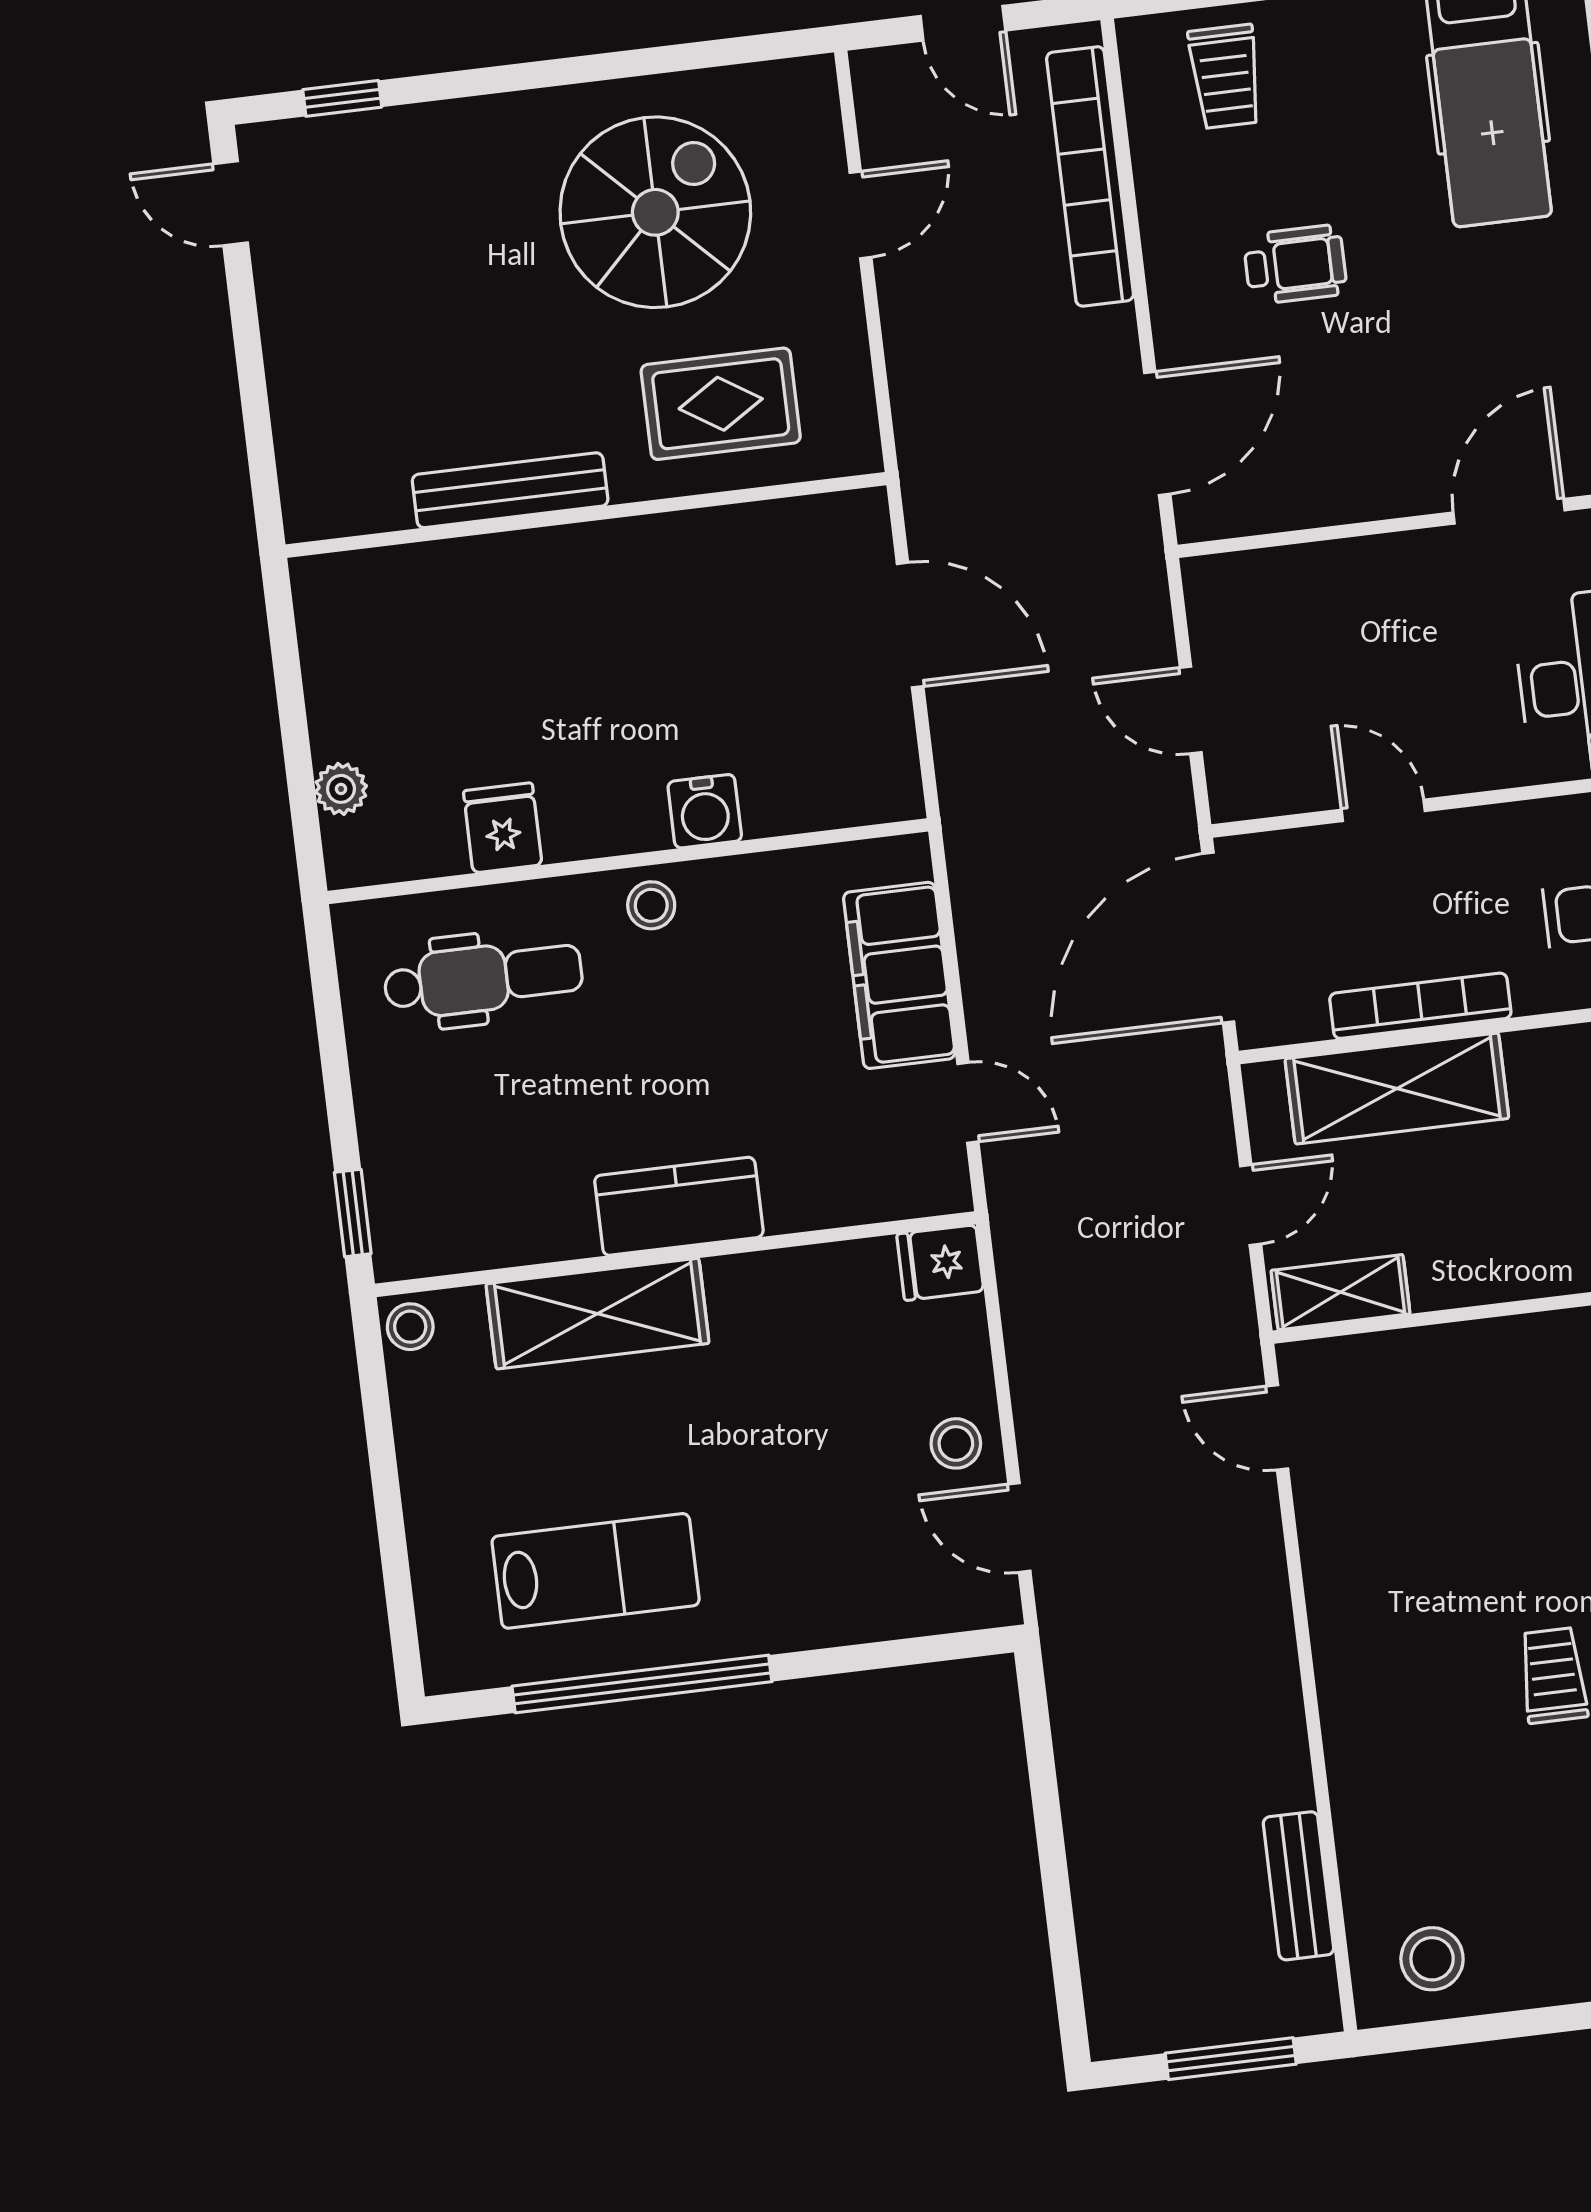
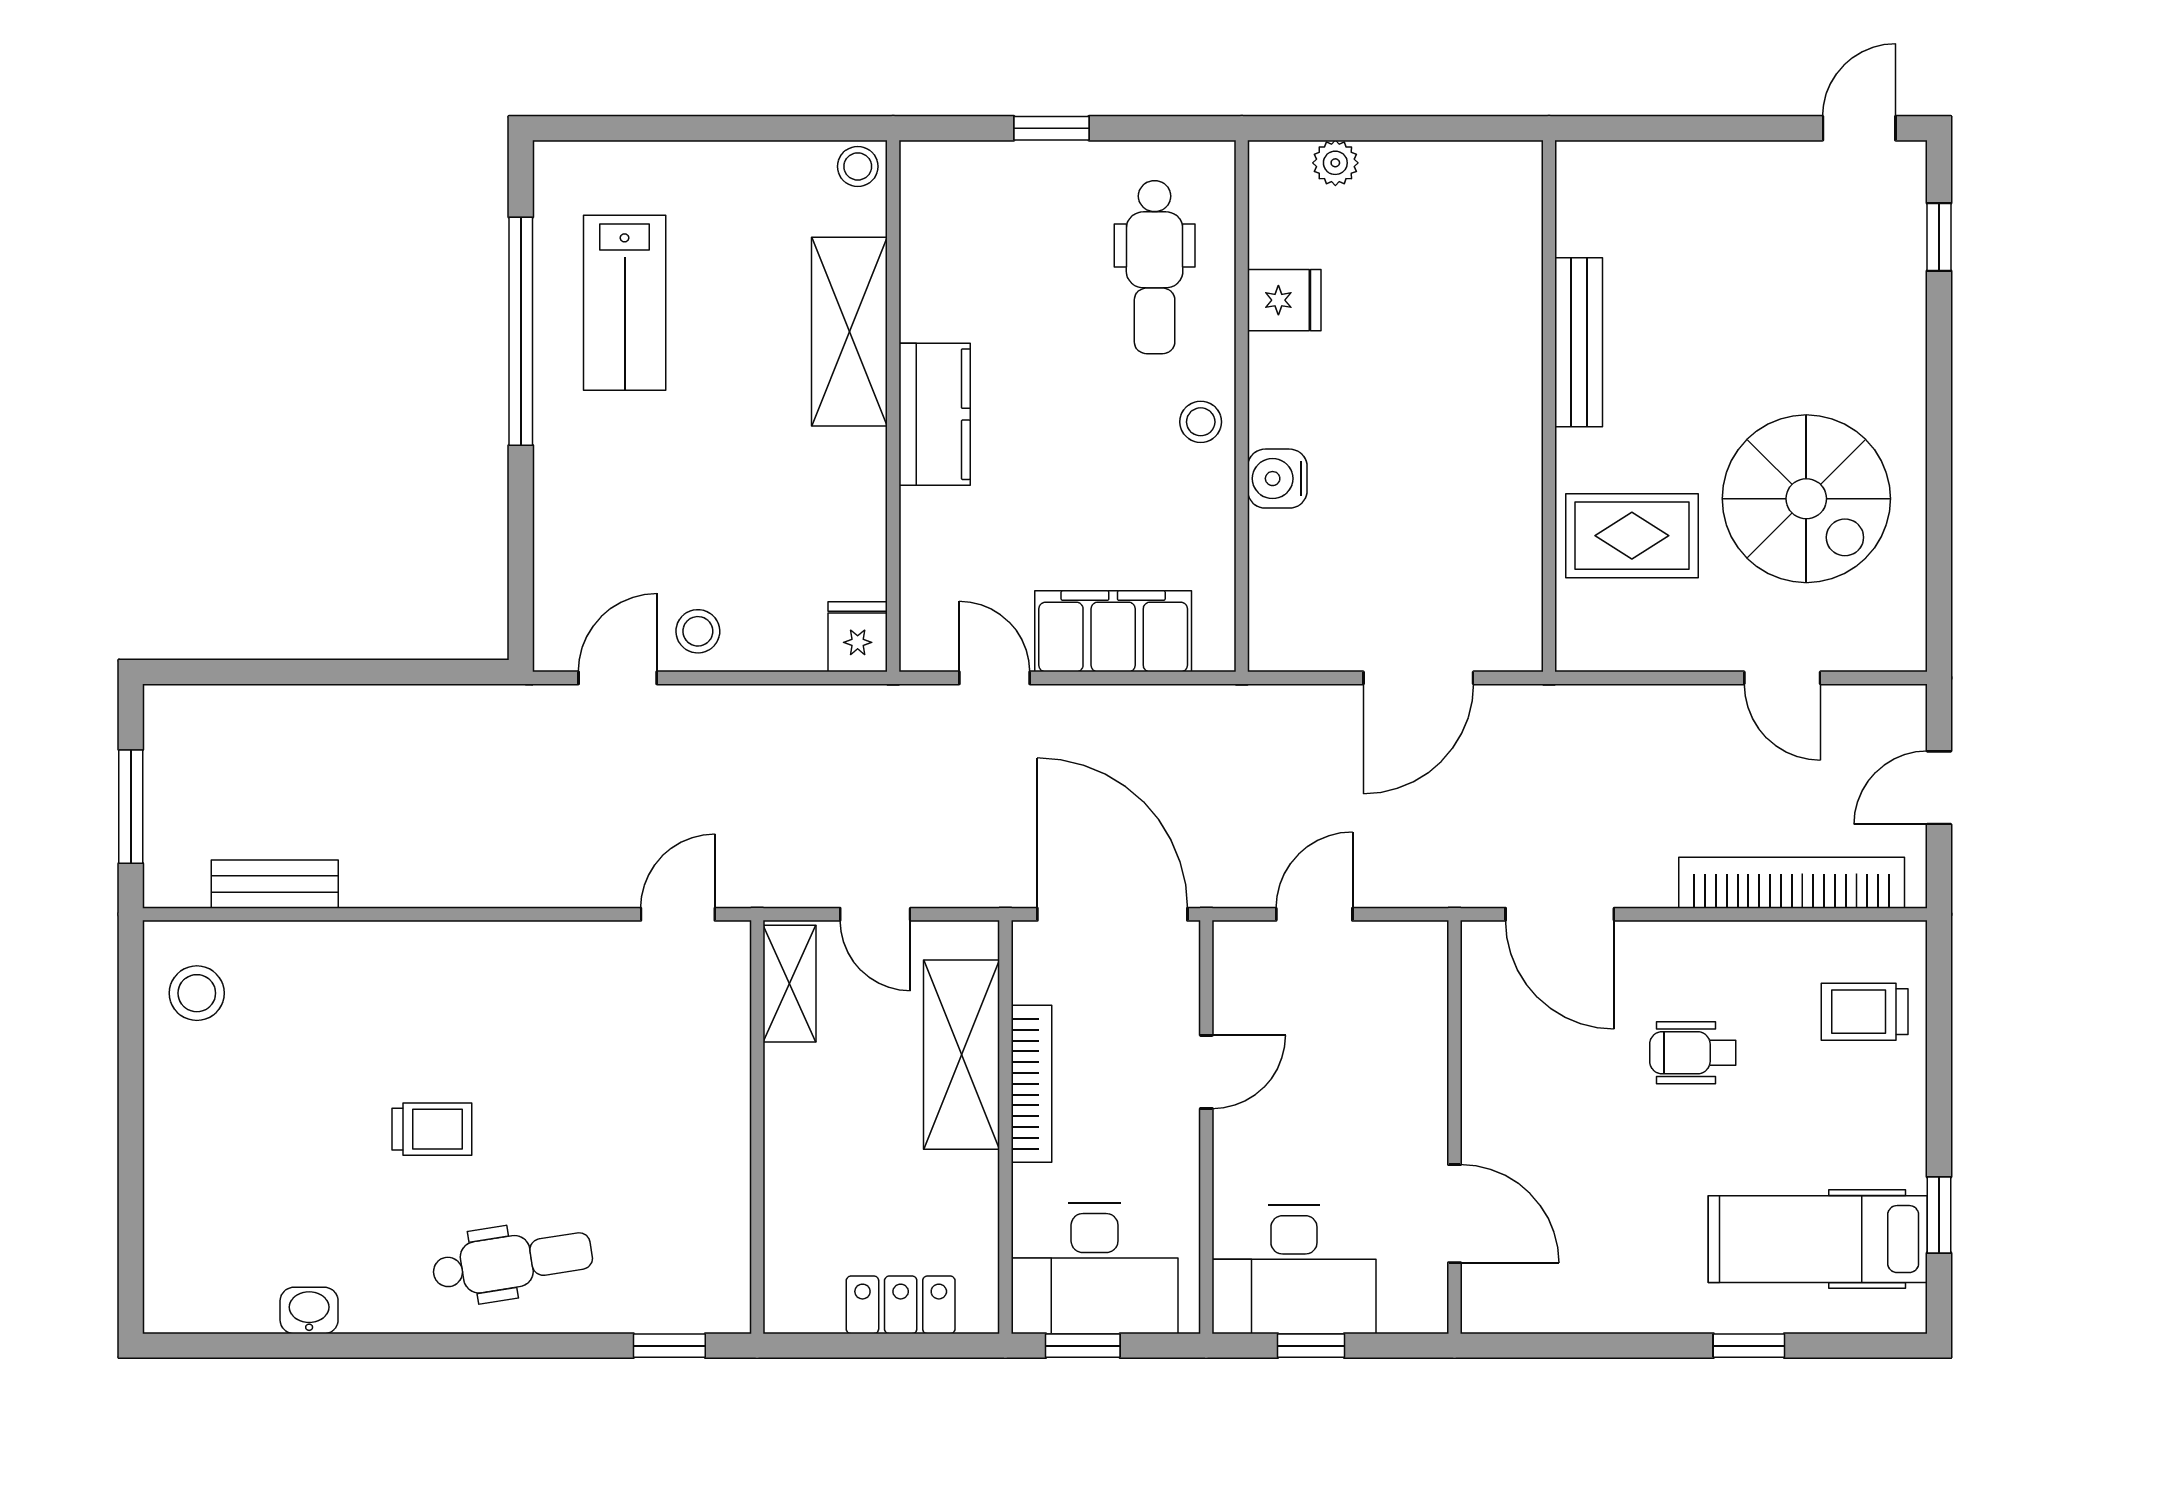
wheelchair: (1295, 265) -> (1693, 1053), turned 90
rug: (721, 404) -> (1632, 536), turned 90
door: (968, 1103) -> (995, 678), swing flipped
window: (353, 1213) -> (1051, 128), moved

